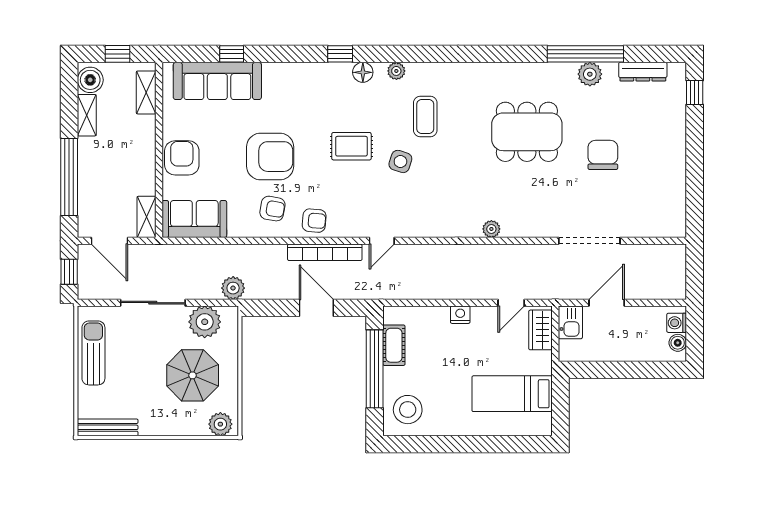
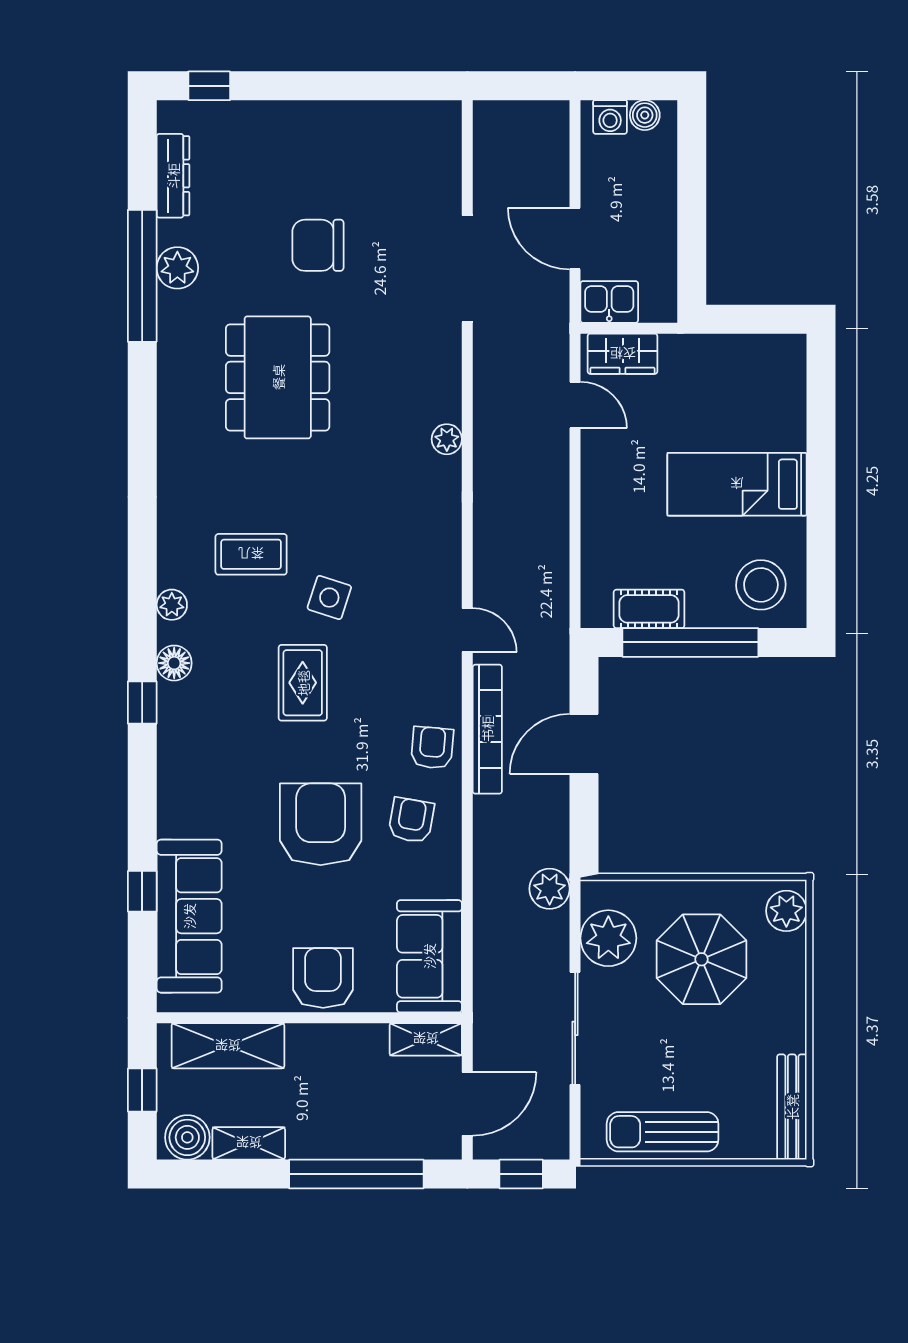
shelving: (146, 92) -> (228, 1046), width x1.50, depth x1.33
armchair: (182, 158) -> (323, 978), turned 90
nightstand: (460, 315) -> (596, 494), removed
bed: (512, 394) -> (737, 484), moved, turned 90

